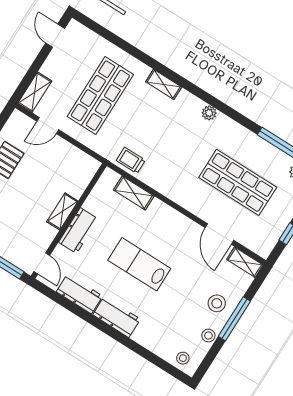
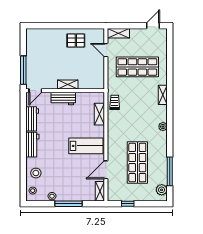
lab bench: (139, 264) -> (86, 146), moved, turned 90
stool: (217, 303) -> (36, 173), moved

